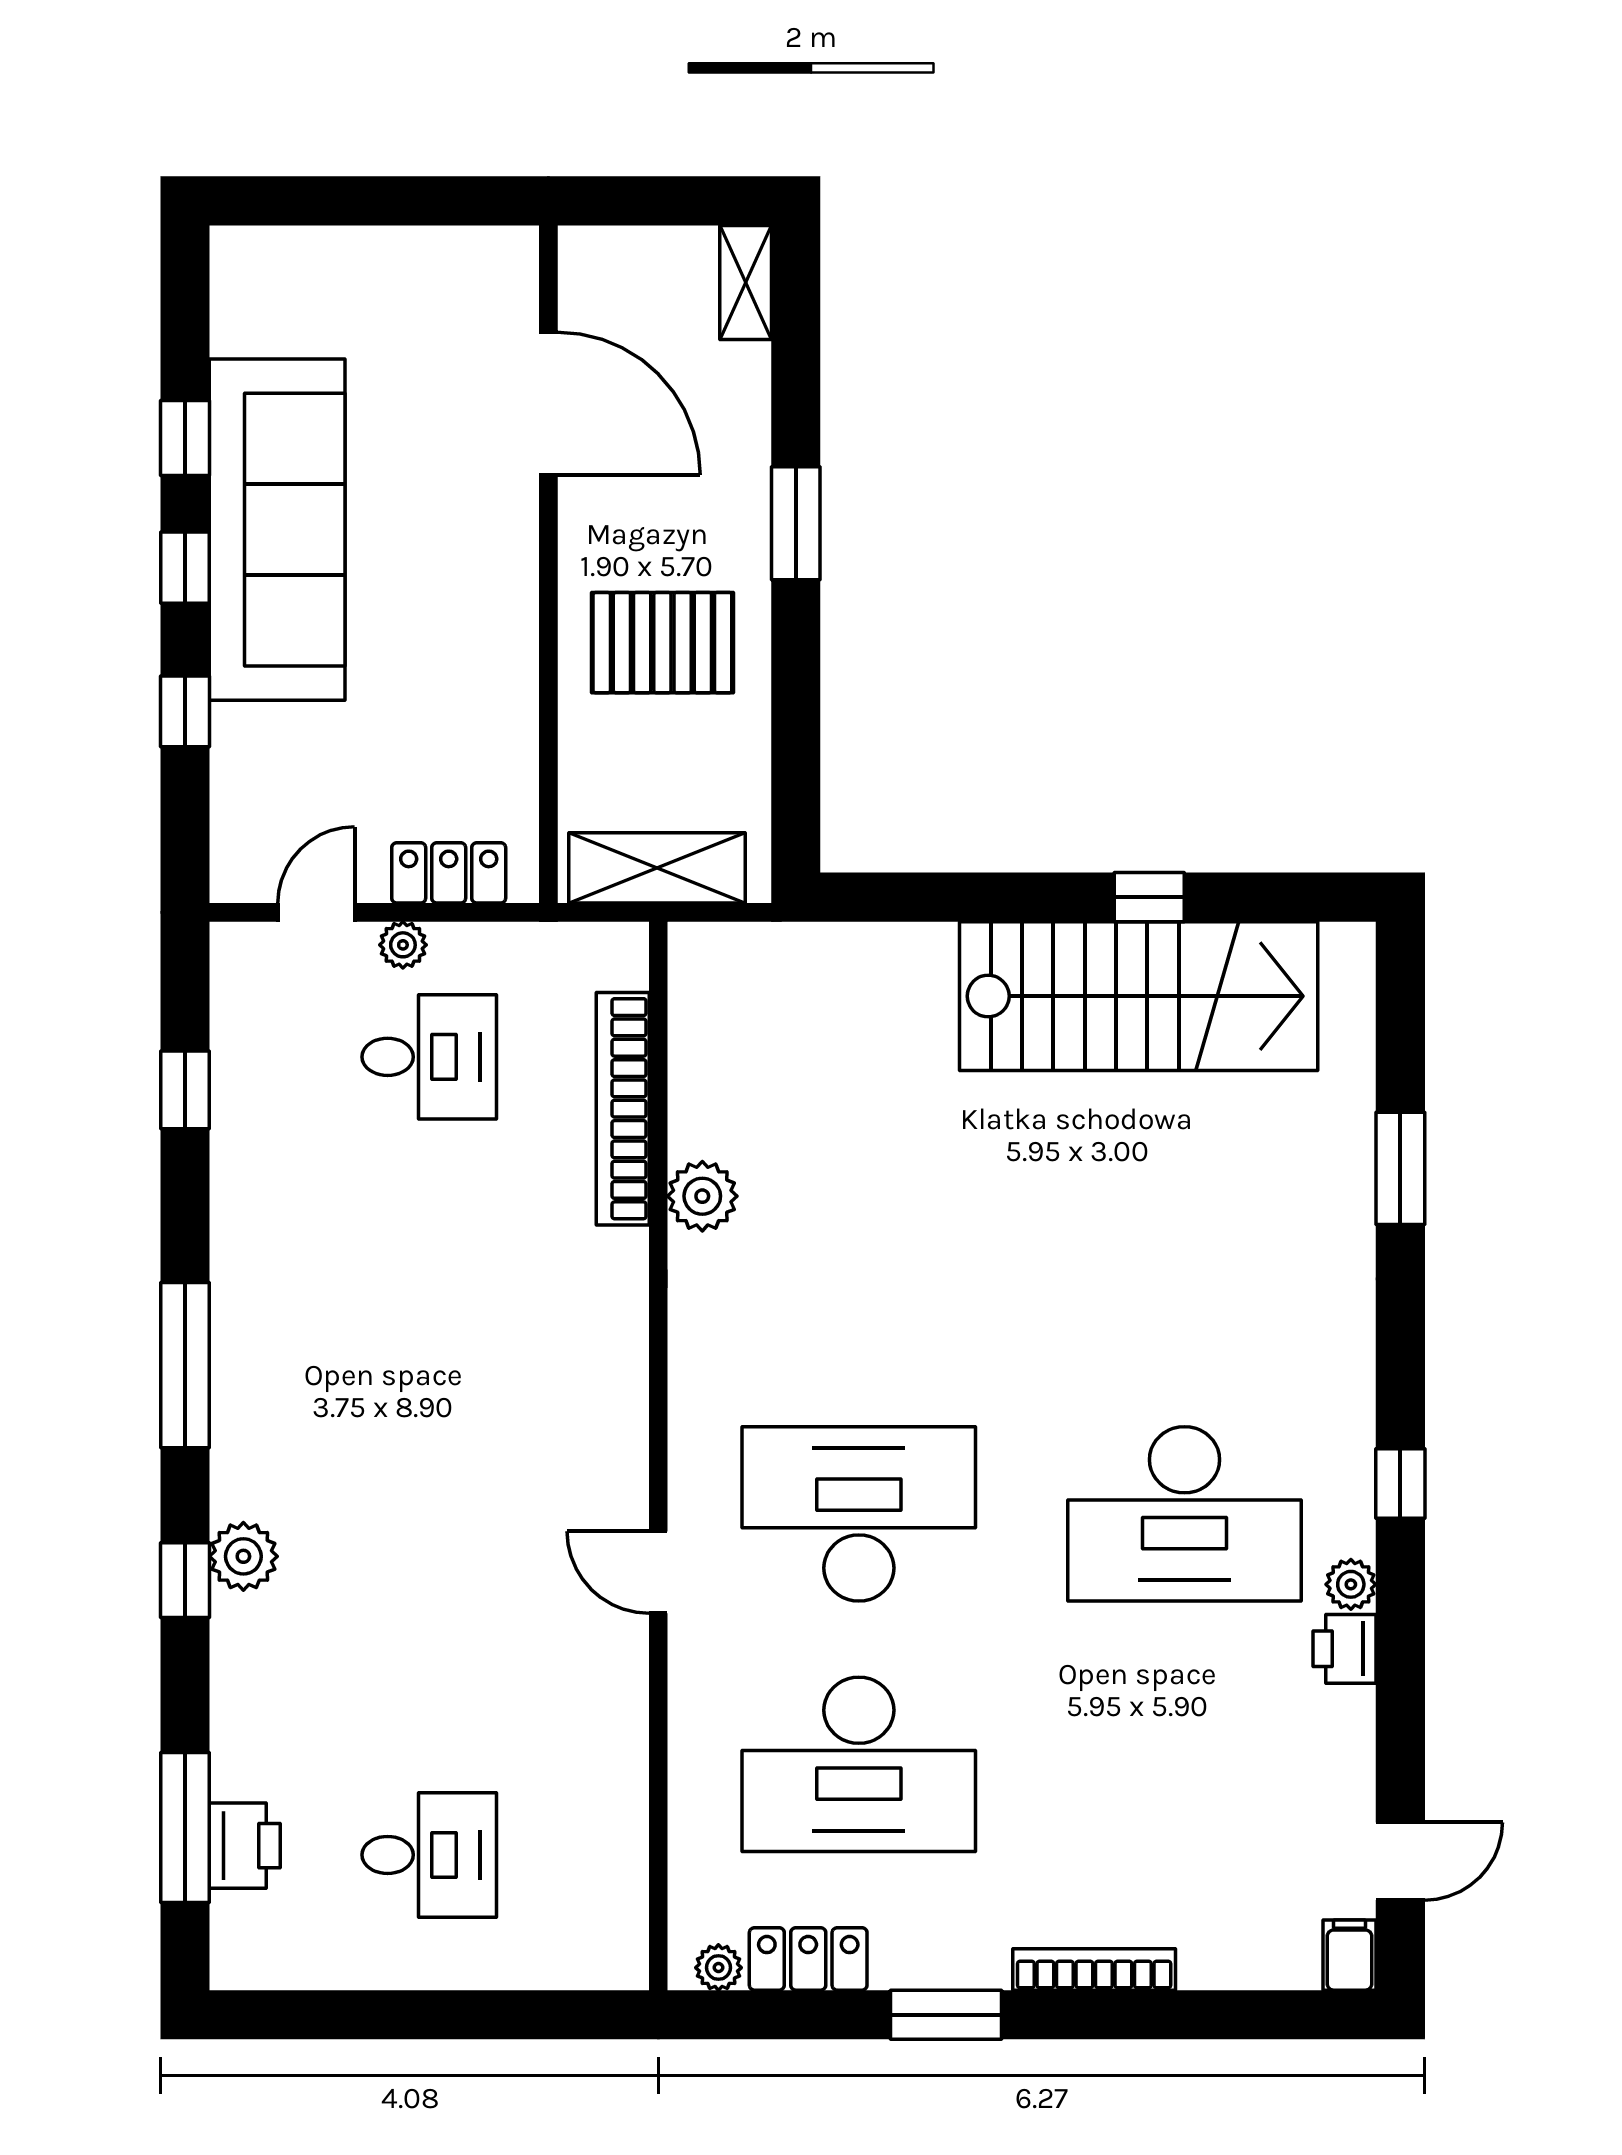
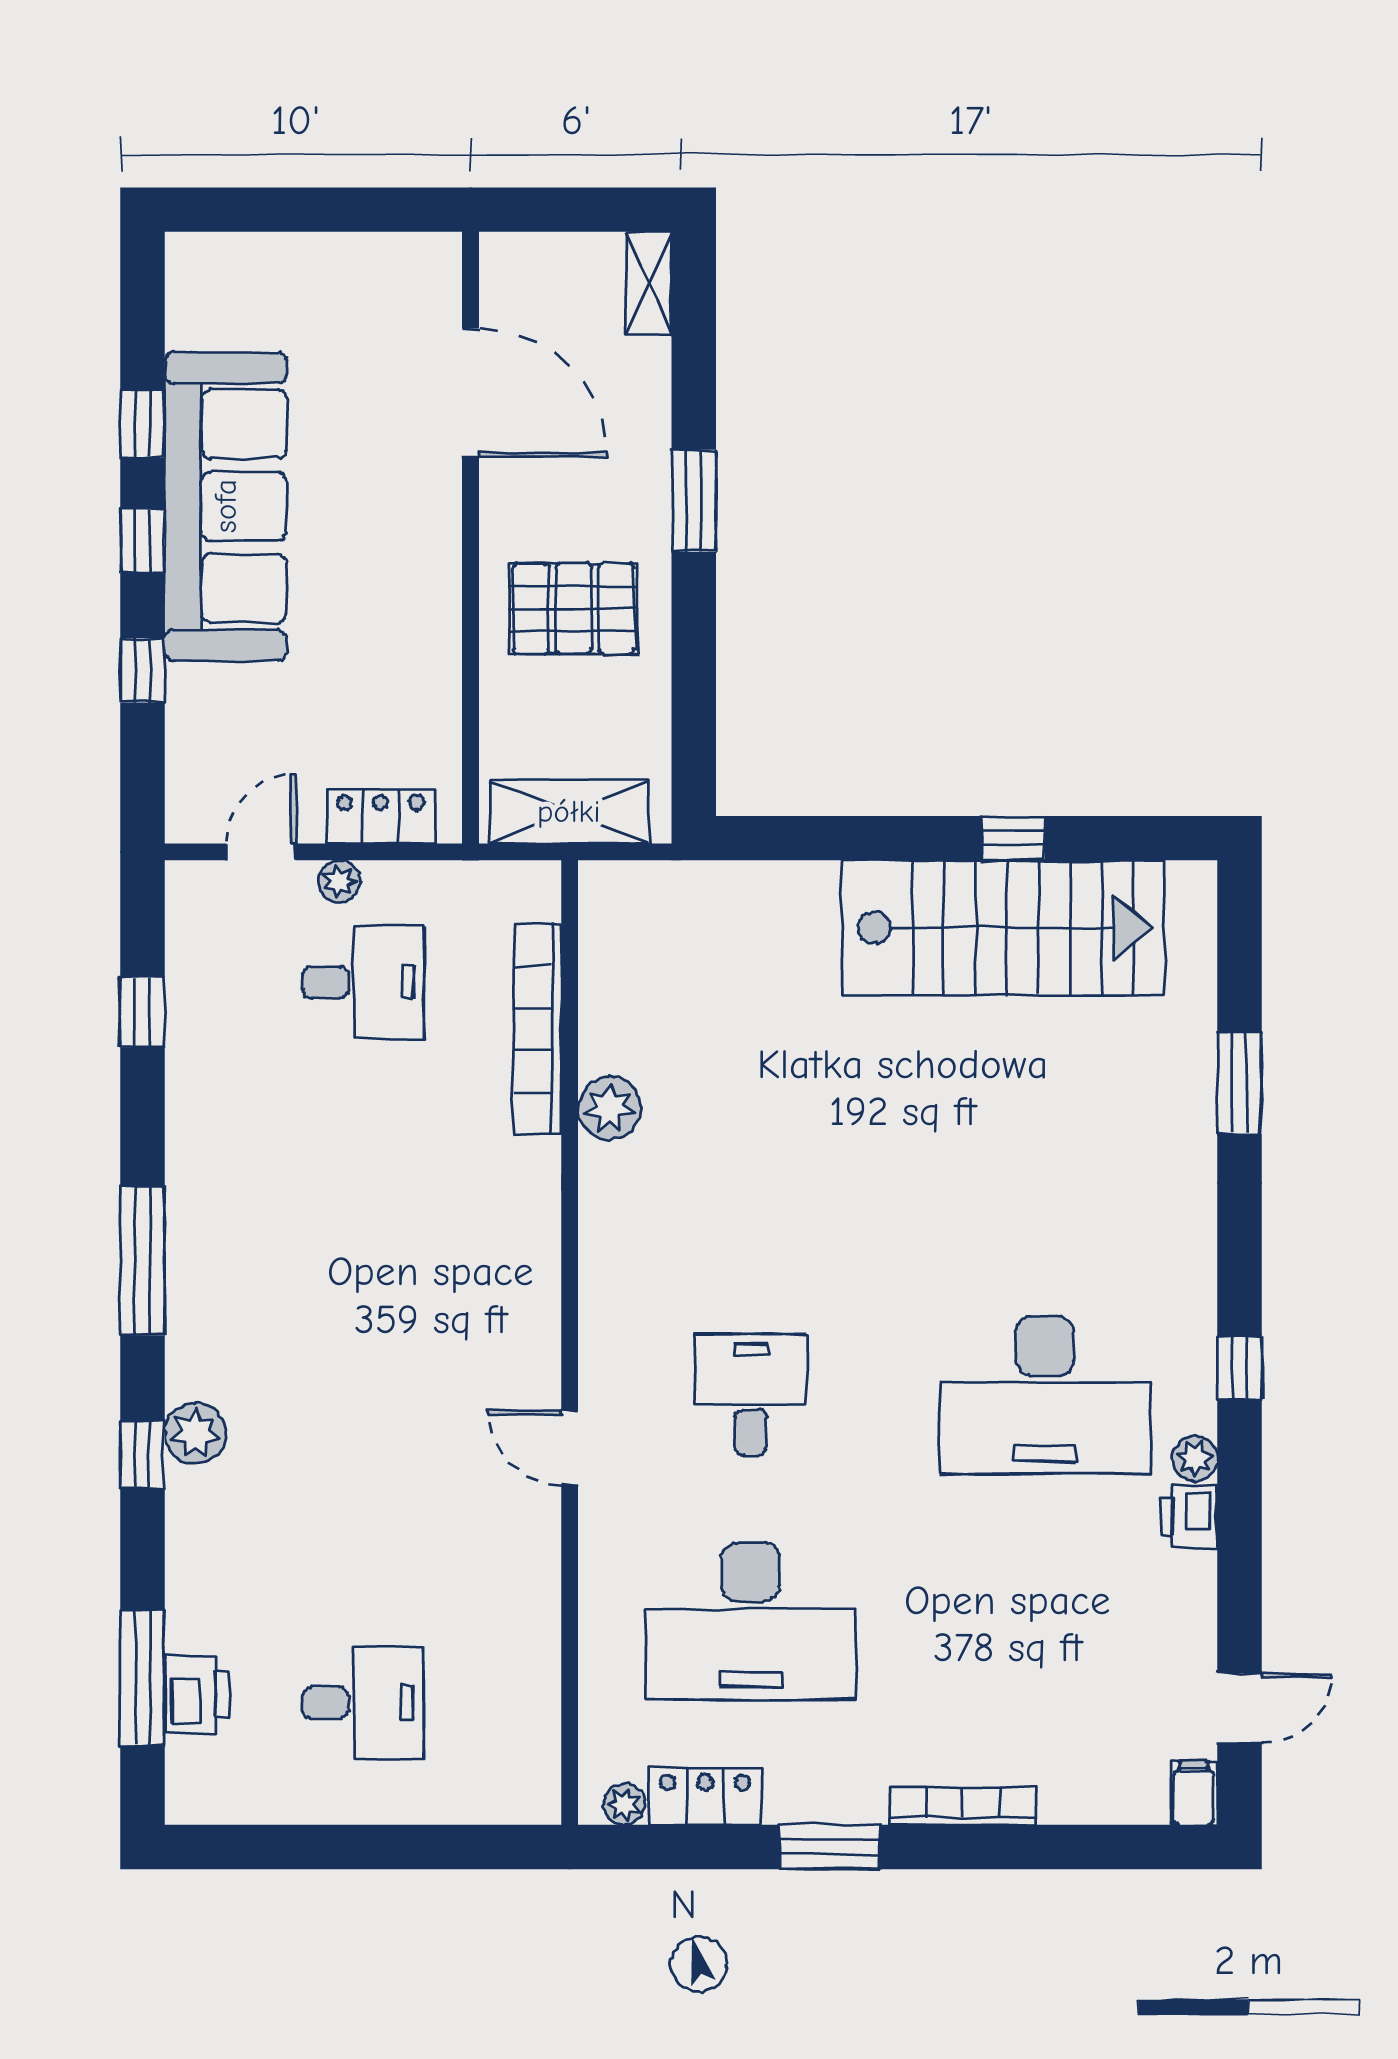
desk: (859, 1514) -> (751, 1395), width x0.53, depth x0.77

